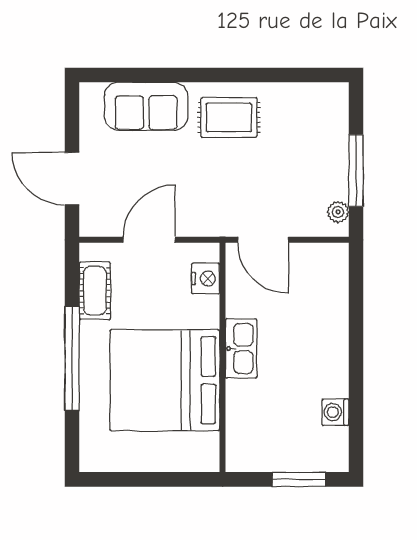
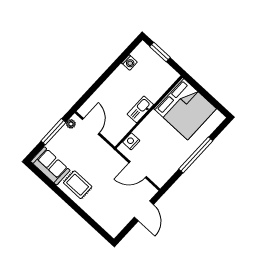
sofa: (146, 106) -> (50, 166), moved
door: (263, 240) -> (91, 126), moved
cot: (95, 291) -> (169, 169), removed
bed: (165, 380) -> (185, 109), moved

